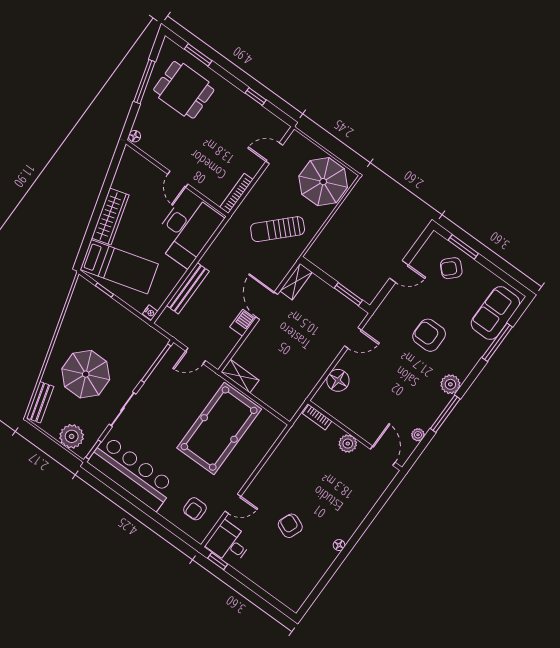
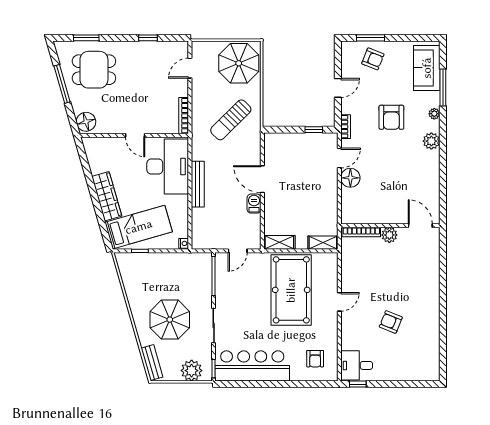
floor lamp: (135, 136) -> (86, 122), width x1.89, depth x1.89
armchair: (451, 268) -> (373, 59), turned -113
shelving: (296, 282) -> (323, 243), moved, turned 90
bench: (188, 288) -> (198, 184), moved
window: (348, 294) -> (314, 130), width x0.67
bookcase: (380, 313) -> (346, 127), added
armchair: (429, 335) -> (391, 117), turned -90
floor lamp: (338, 380) -> (350, 178), moved
window: (445, 414) -> (443, 164), removed
bookcase: (317, 417) -> (361, 232), width x1.56
plant: (418, 435) -> (434, 114), moved
door: (233, 504) -> (339, 302), moved
floor lamp: (339, 545) -> (435, 311), removed

